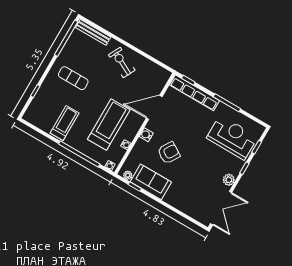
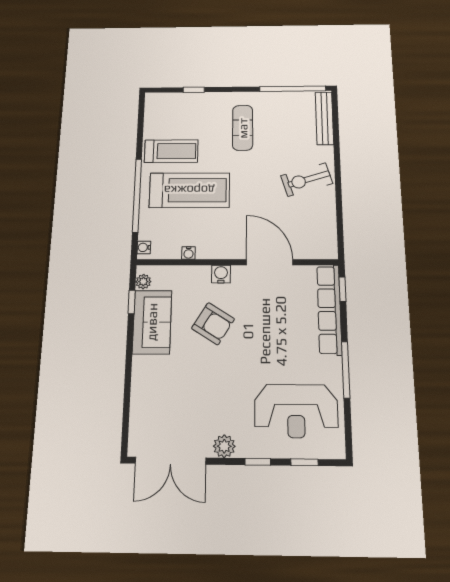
exercise bike: (122, 63) -> (307, 180), turned -134
treadmill: (109, 124) -> (189, 190), moved
reception desk: (232, 137) -> (296, 411), turned 90

